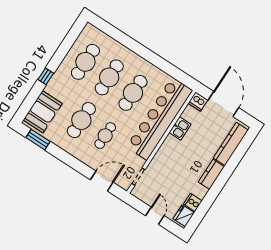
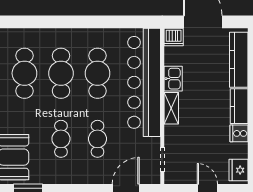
cafe table: (81, 120) -> (61, 139), width x0.73, depth x0.74
shelving: (166, 147) -> (171, 108), added
cooker: (193, 203) -> (239, 133), moved

